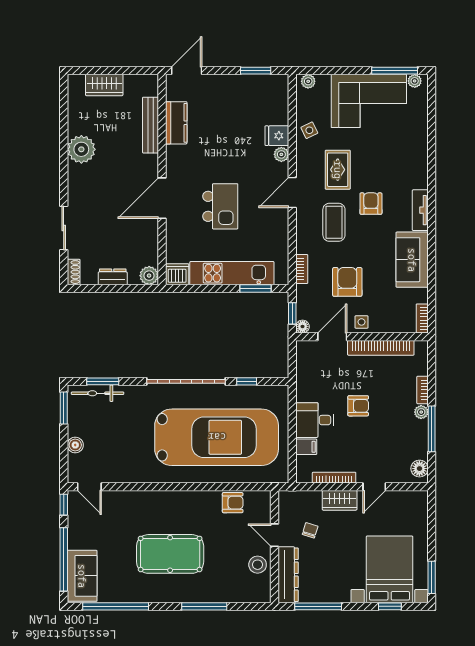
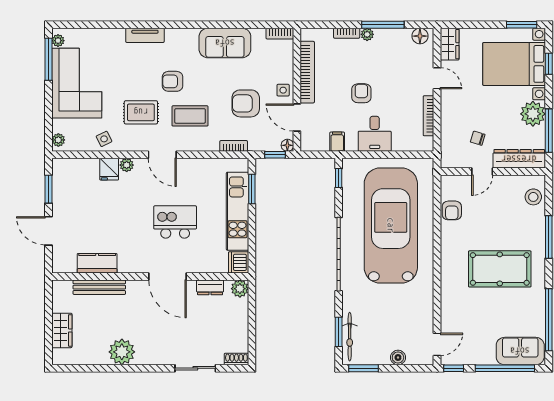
door: (187, 71) -> (48, 231), moved
tv unit: (420, 210) -> (145, 35), moved
dresser: (113, 277) -> (210, 287), moved, turned -90
window: (247, 381) -> (339, 178), moved
filing cabinet: (306, 447) -> (337, 142), moved
wardrobe: (340, 500) -> (450, 44), moved
armchair: (233, 503) -> (452, 210), turned 180
pool table: (170, 554) -> (500, 269), turned 90
stool: (258, 565) -> (533, 197), moved
plant: (336, 589) -> (533, 114), added

